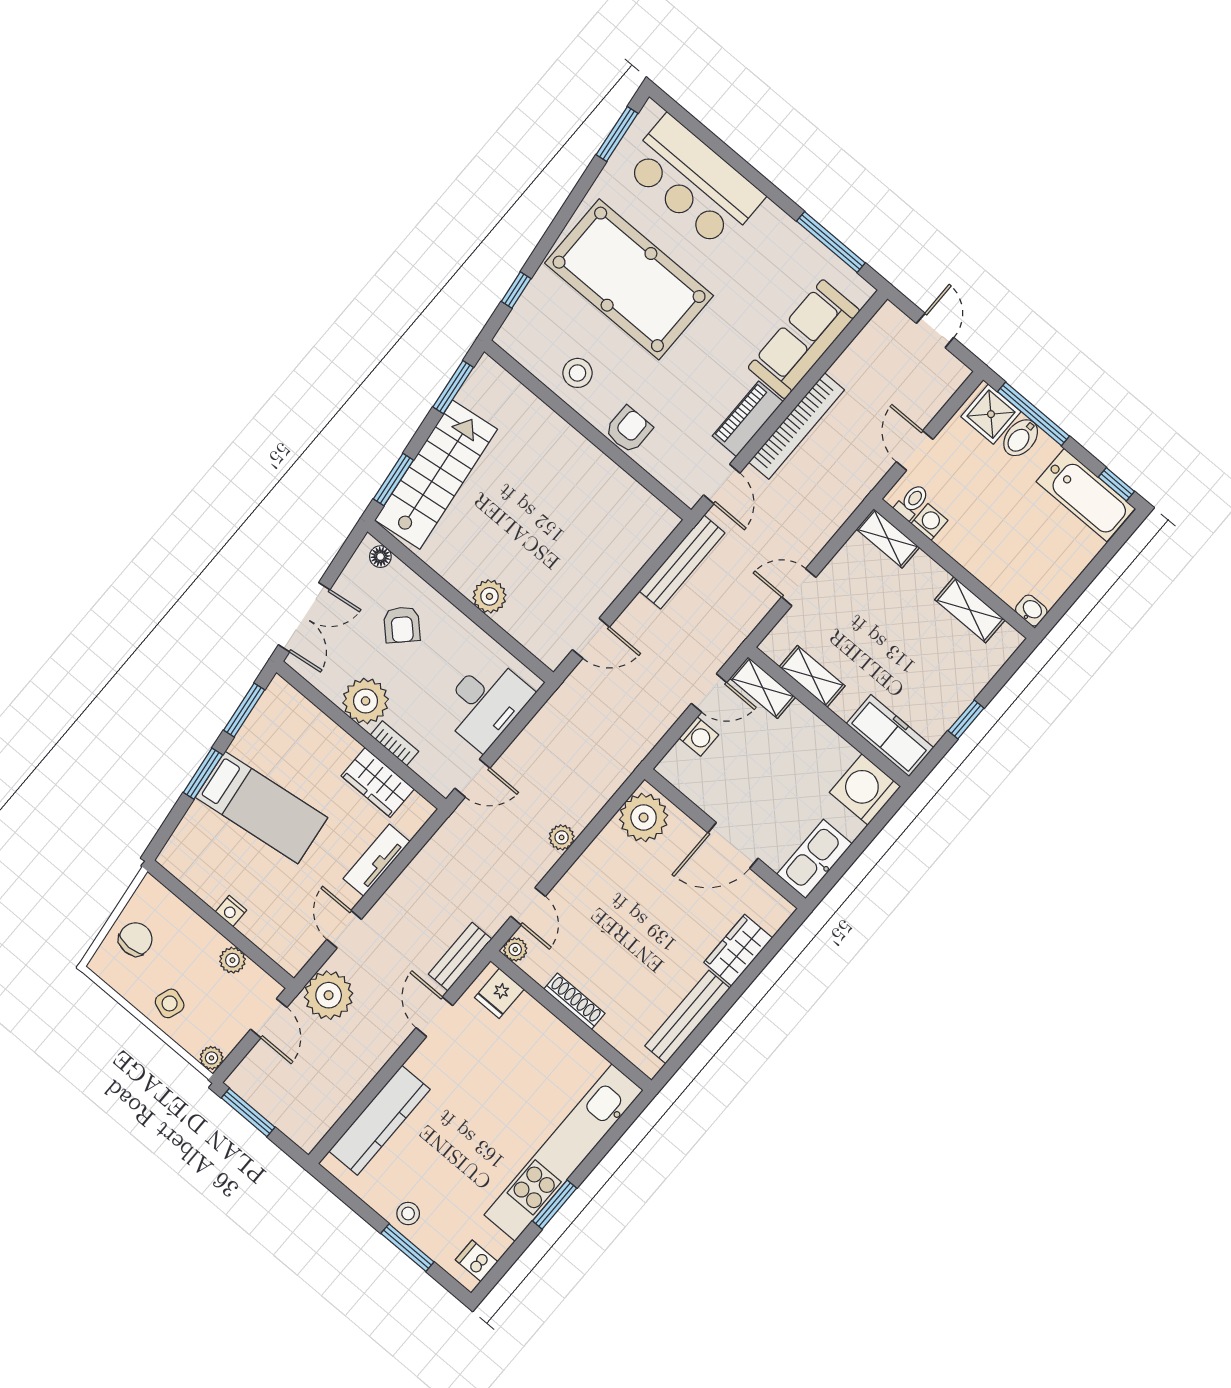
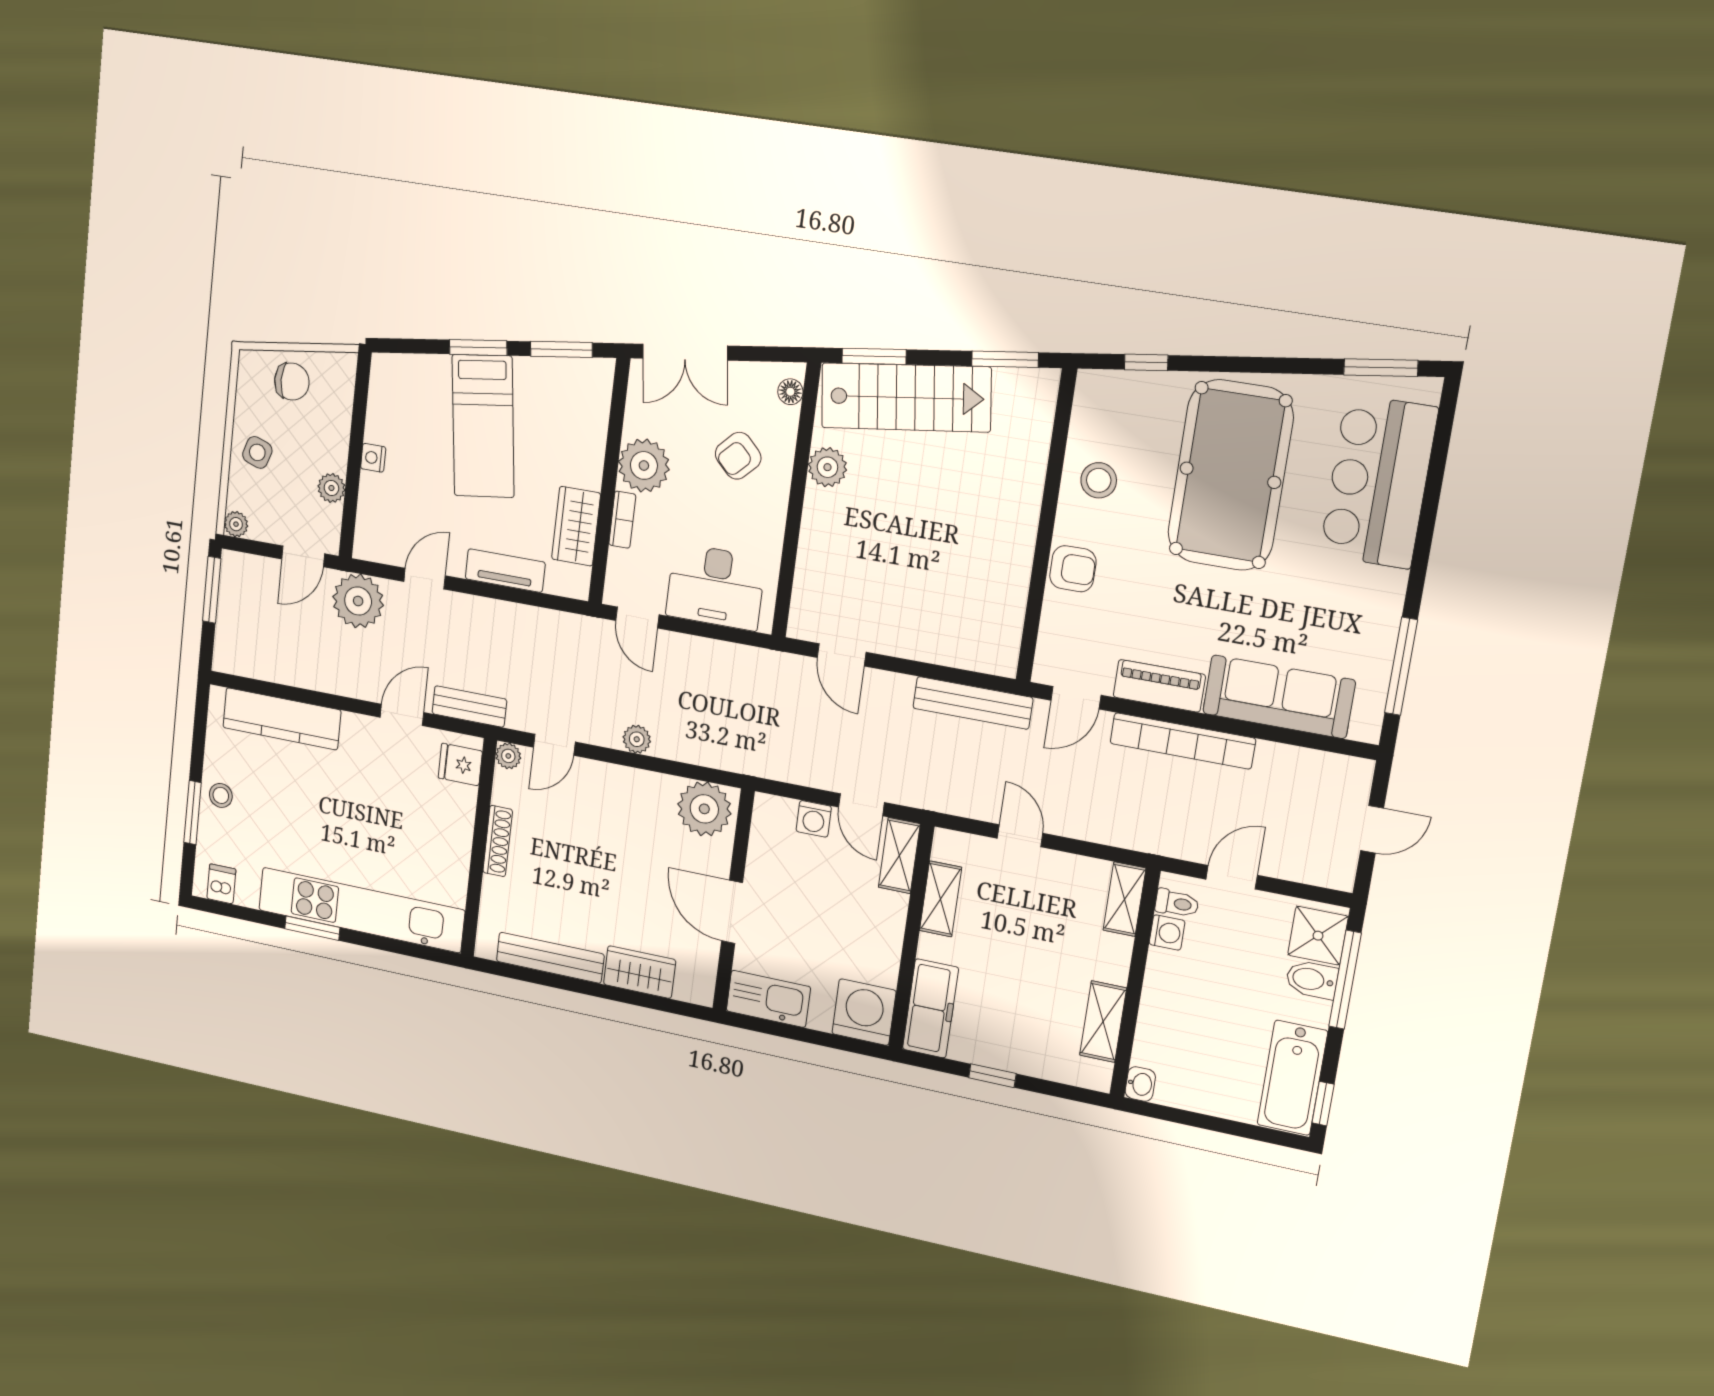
plant: (489, 596) -> (827, 467), moved

